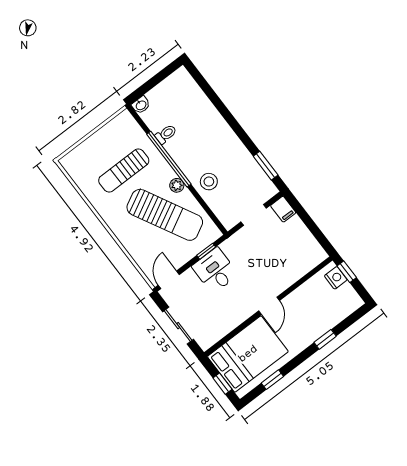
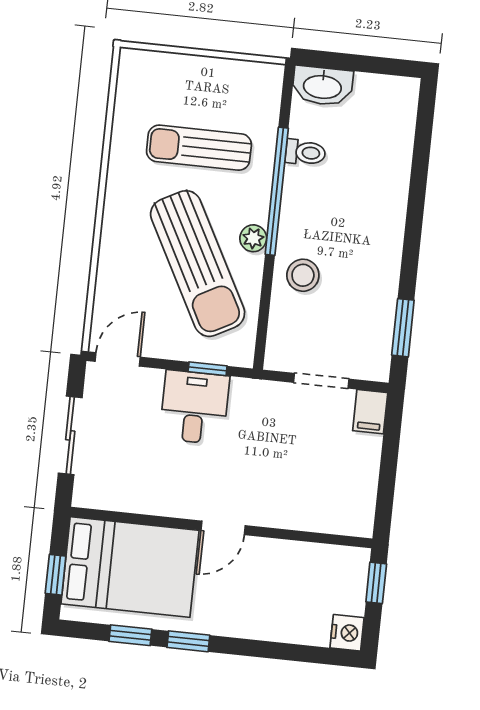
washbasin: (141, 105) -> (323, 86), width x1.91, depth x1.45
nightstand: (336, 278) -> (347, 633), moved
window: (325, 339) -> (188, 641), moved

